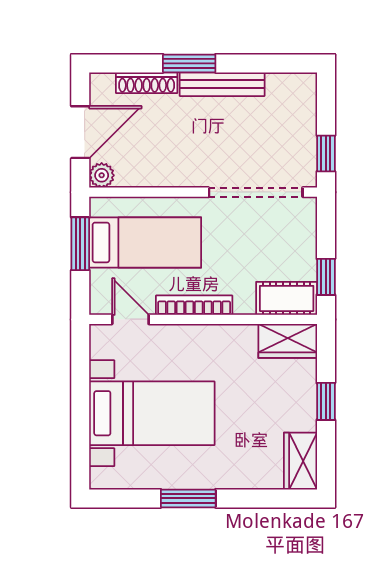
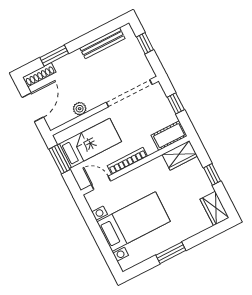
window: (189, 63) -> (54, 56), moved
shoe rack: (147, 83) -> (39, 75), moved
bench: (222, 84) -> (102, 43), moved
window: (326, 153) -> (145, 43), moved
plant: (102, 175) -> (80, 109), moved
window: (326, 277) -> (176, 103), moved

